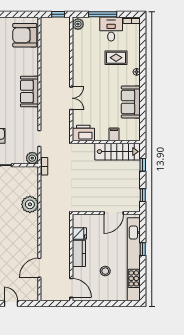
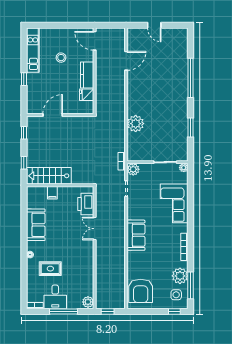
armchair: (25, 35) -> (141, 291), turned 90
printer: (83, 133) -> (86, 204), moved, turned 90
kitchen unit: (134, 259) -> (33, 50), width x0.54

